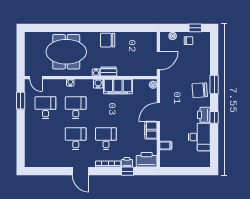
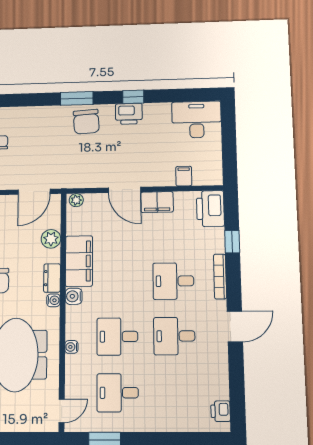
door: (158, 61) -> (34, 192), swing flipped
plant: (131, 71) -> (51, 239), added
desk: (199, 137) -> (197, 120), moved
printer: (127, 162) -> (221, 411), moved

